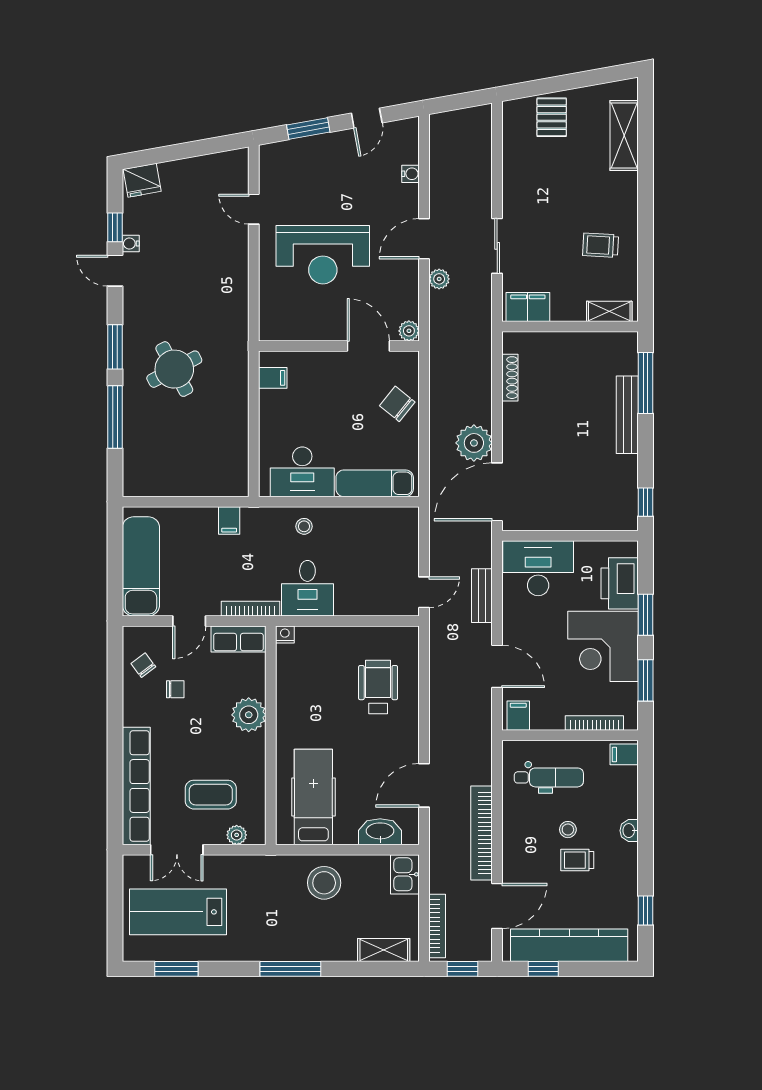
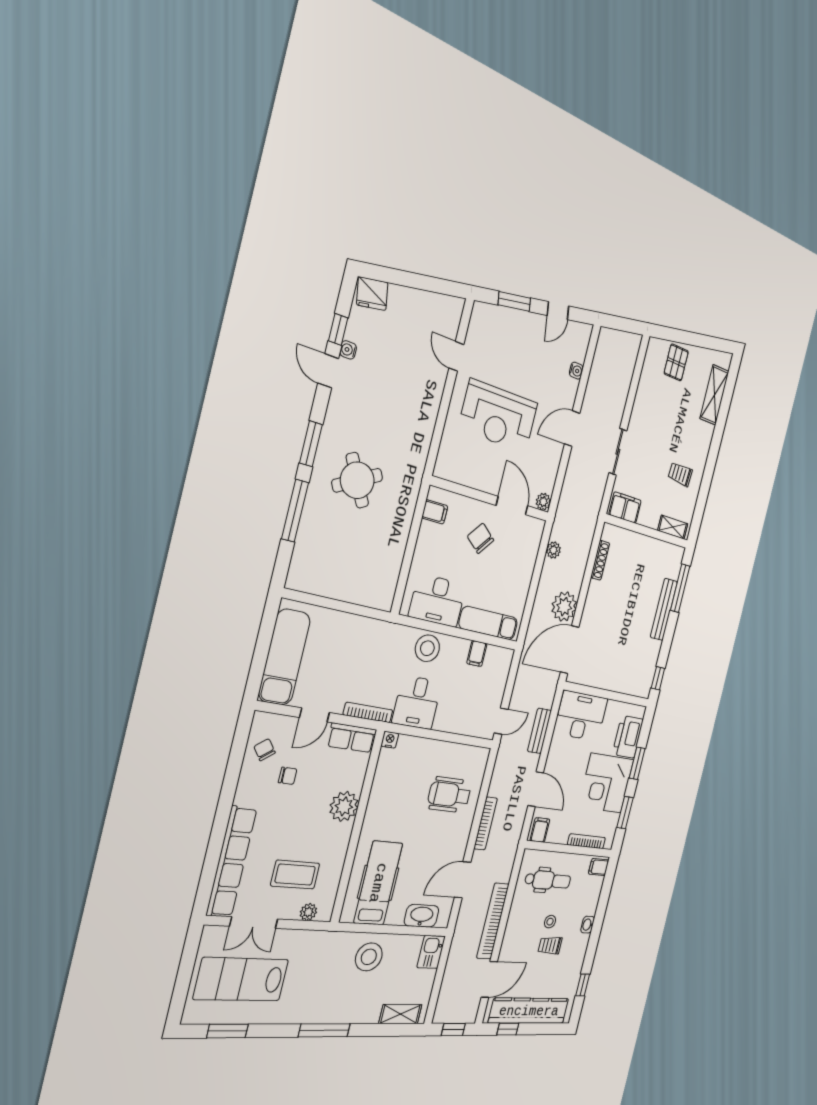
plant: (439, 279) -> (553, 550), moved
chair: (397, 404) -> (481, 538), moved
filing cabinet: (229, 520) -> (477, 654), moved
stool: (304, 526) -> (427, 648), width x1.89, depth x1.89
wheelchair: (378, 687) -> (449, 795), turned -90
bookcase: (437, 926) -> (486, 823), moved

